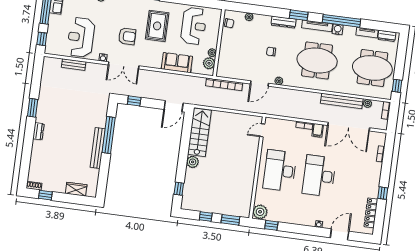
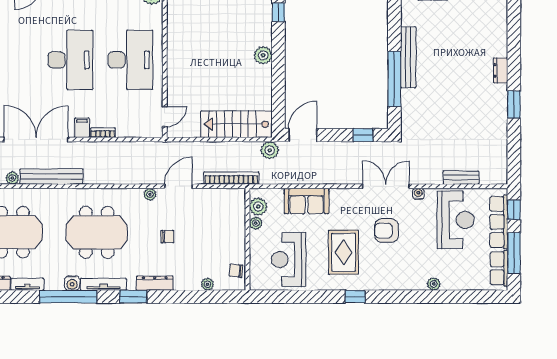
row of seats: (53, 32) -> (499, 222), added
plant: (197, 99) -> (270, 150), added
stairs: (199, 132) -> (236, 124), moved, turned 90

